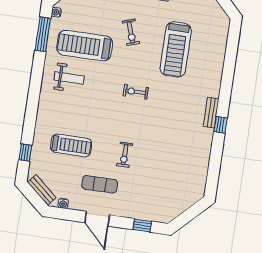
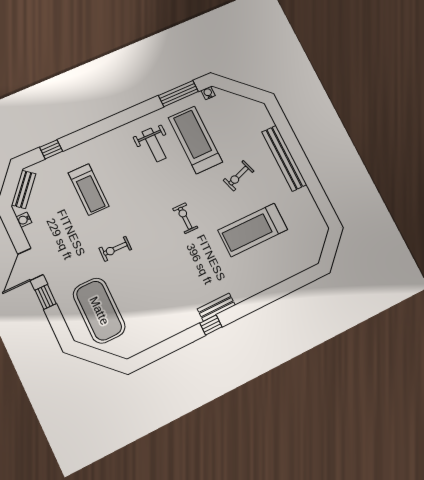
exercise mat: (100, 184) -> (99, 311), moved, width x2.00, depth x1.45
window: (142, 225) -> (46, 297), moved

